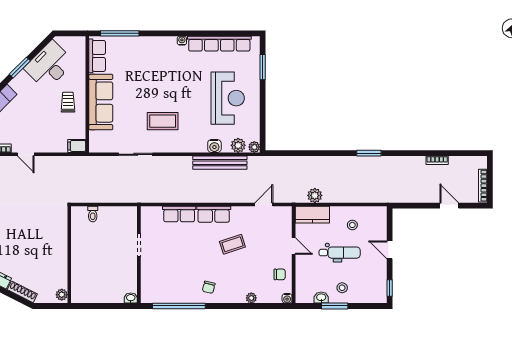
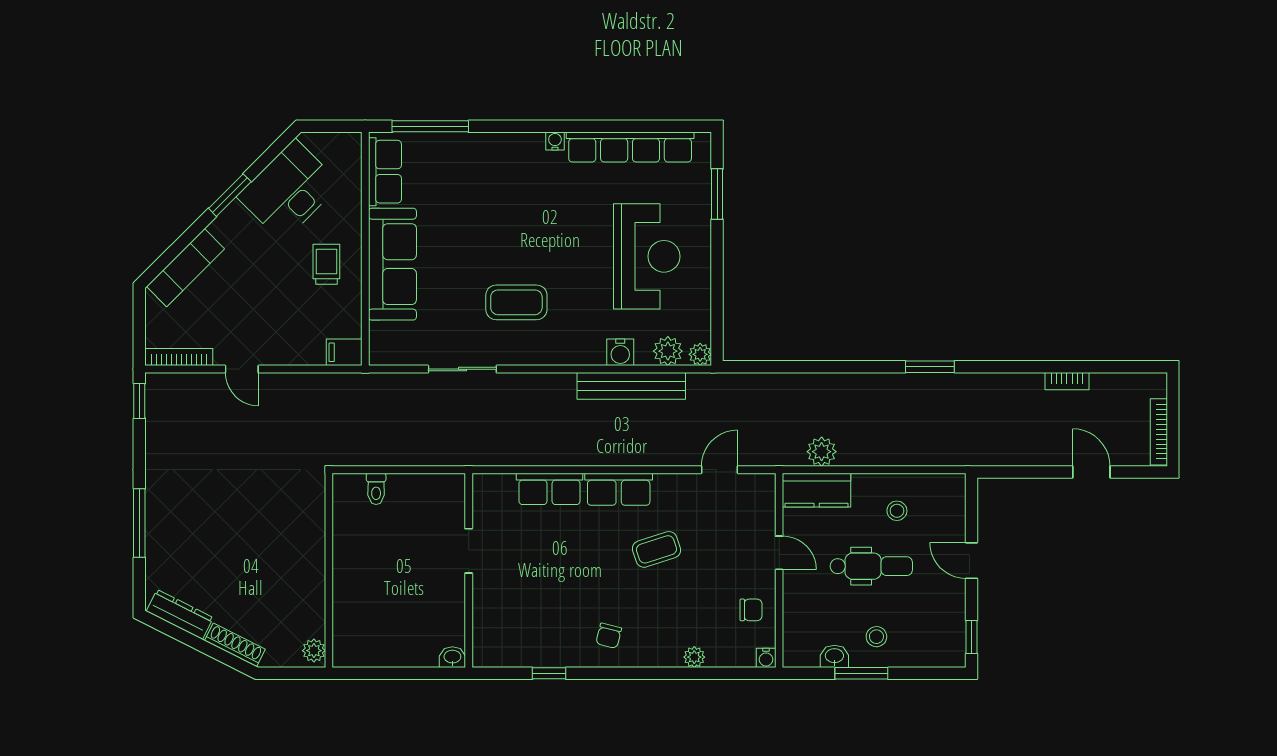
window: (179, 306) -> (549, 673), width x0.32

